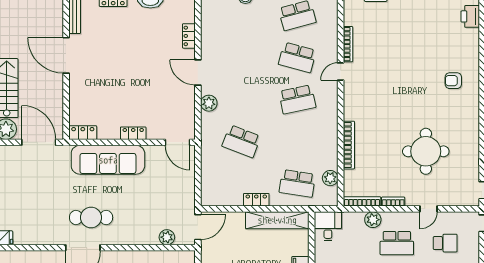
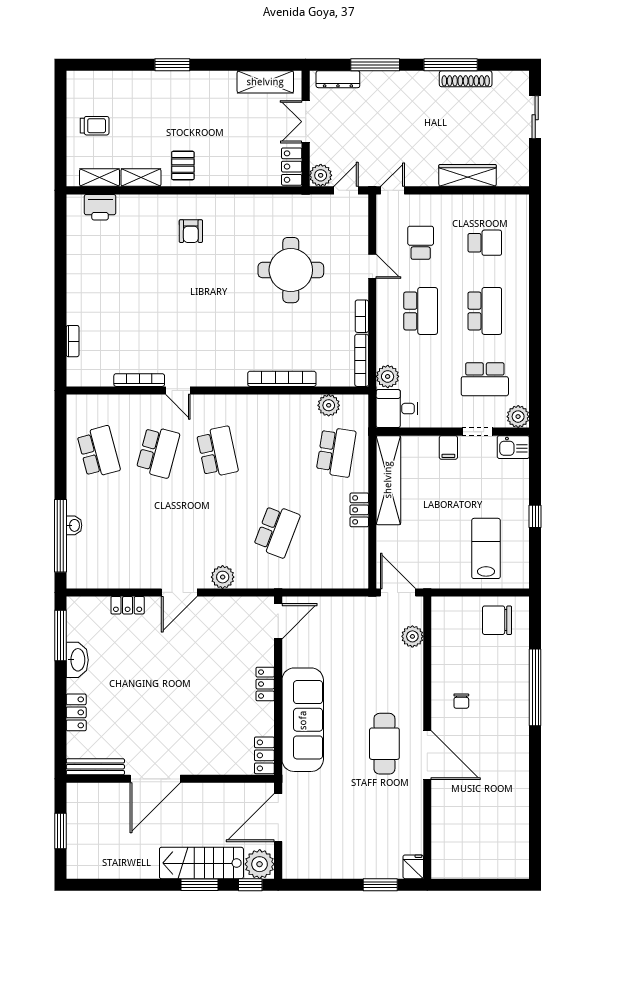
plant: (373, 220) -> (388, 376), moved

